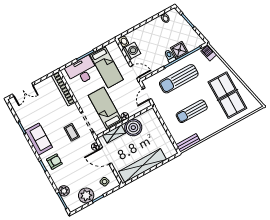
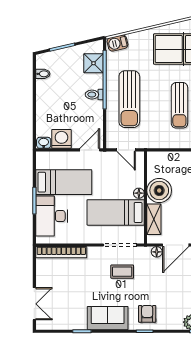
shower: (179, 50) -> (94, 63), moved

